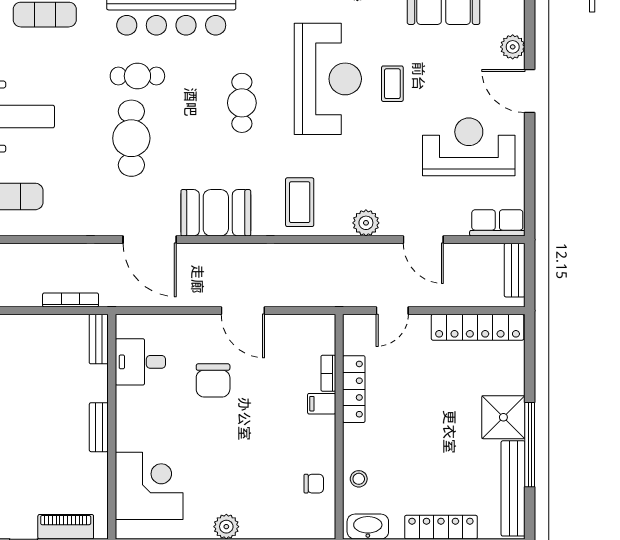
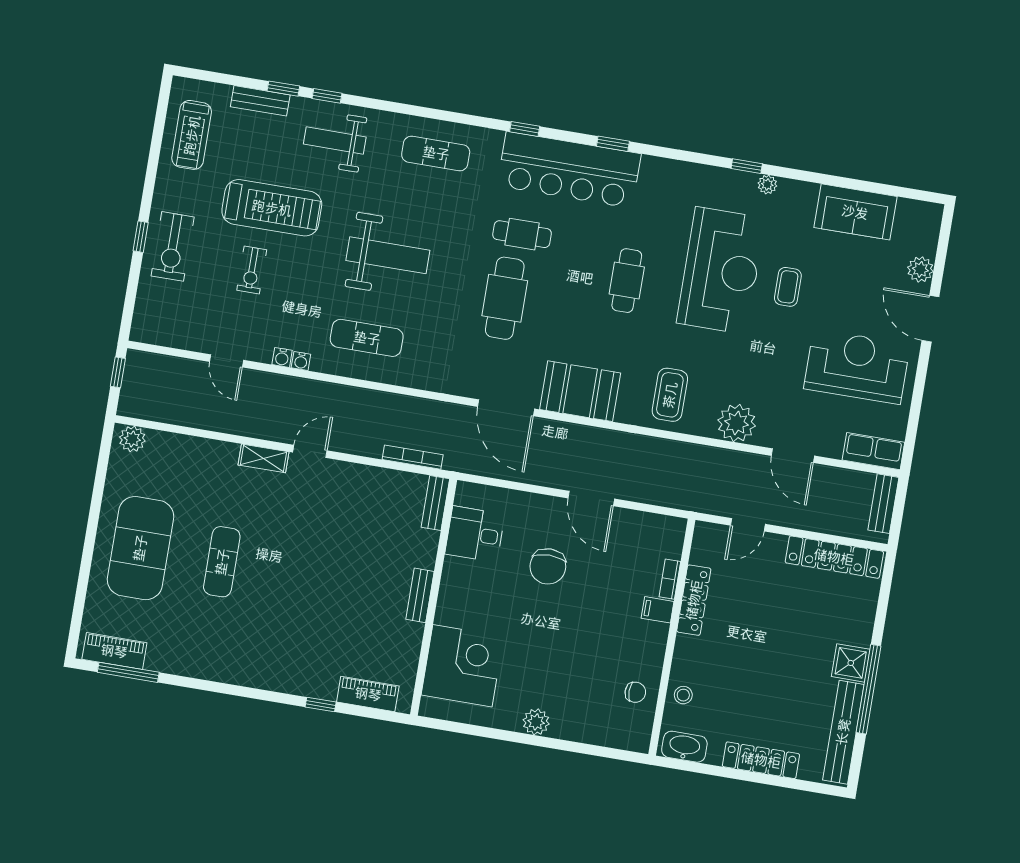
plant: (366, 223) -> (737, 423), width x1.36, depth x1.36
shower: (503, 417) -> (851, 663), width x0.73, depth x0.73

